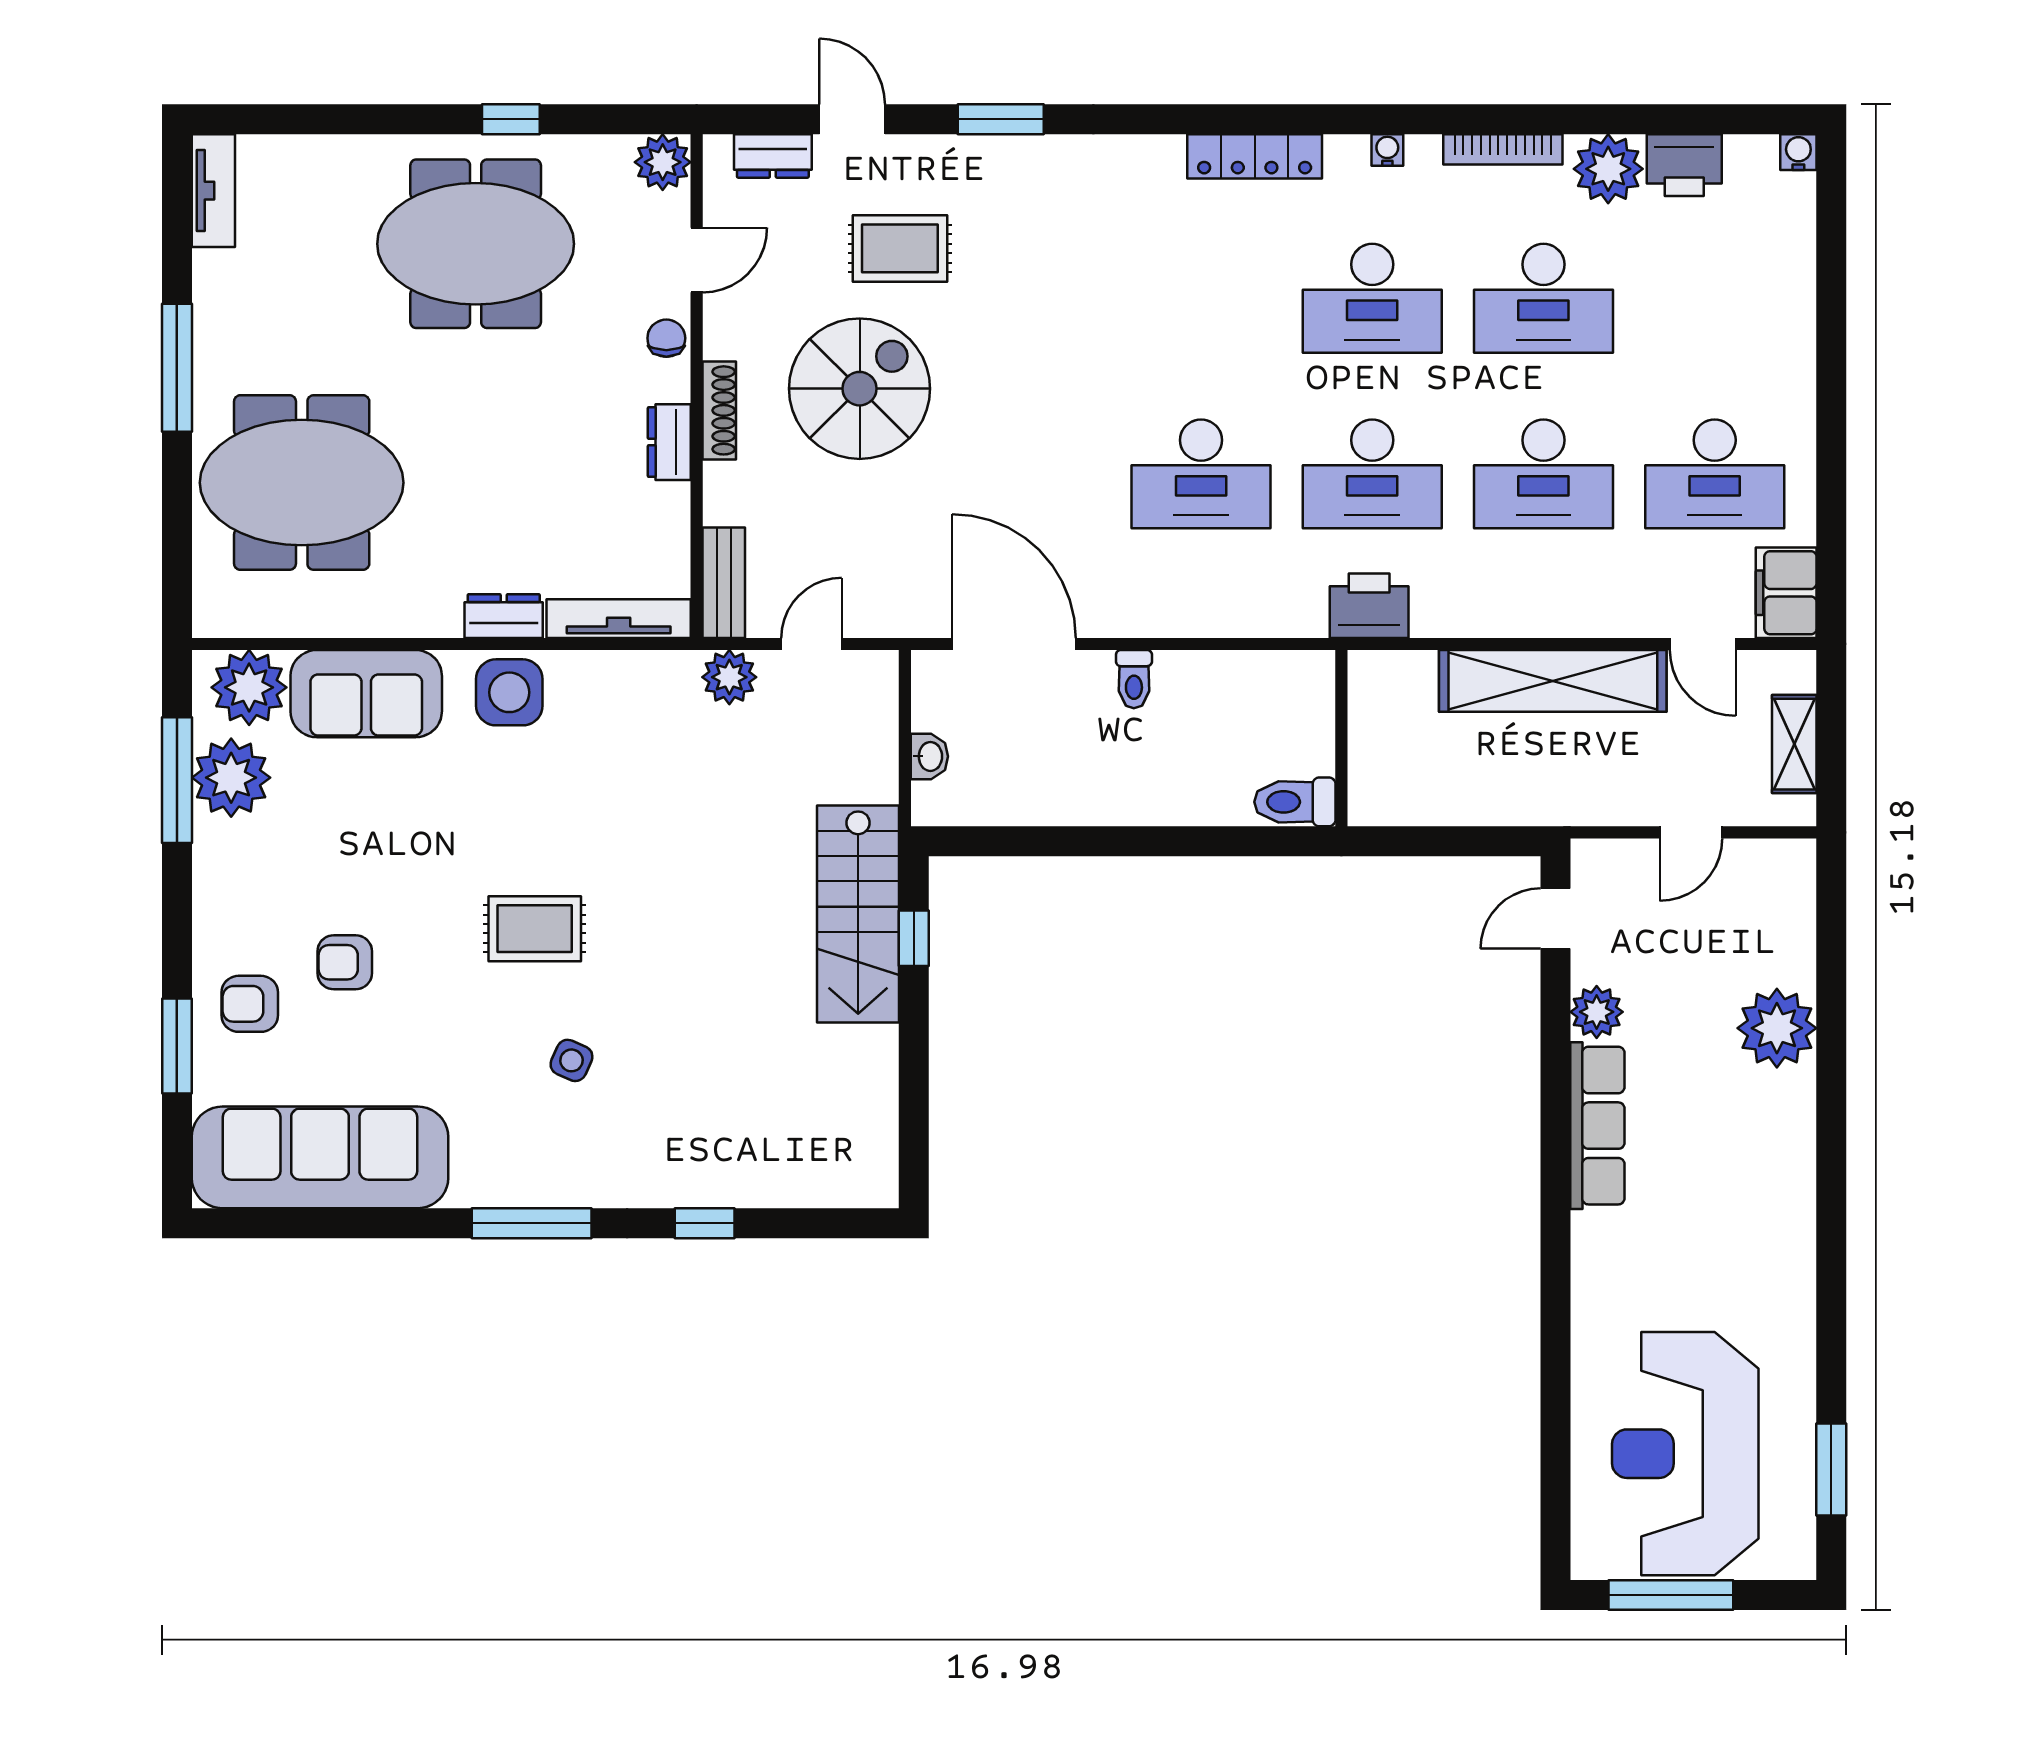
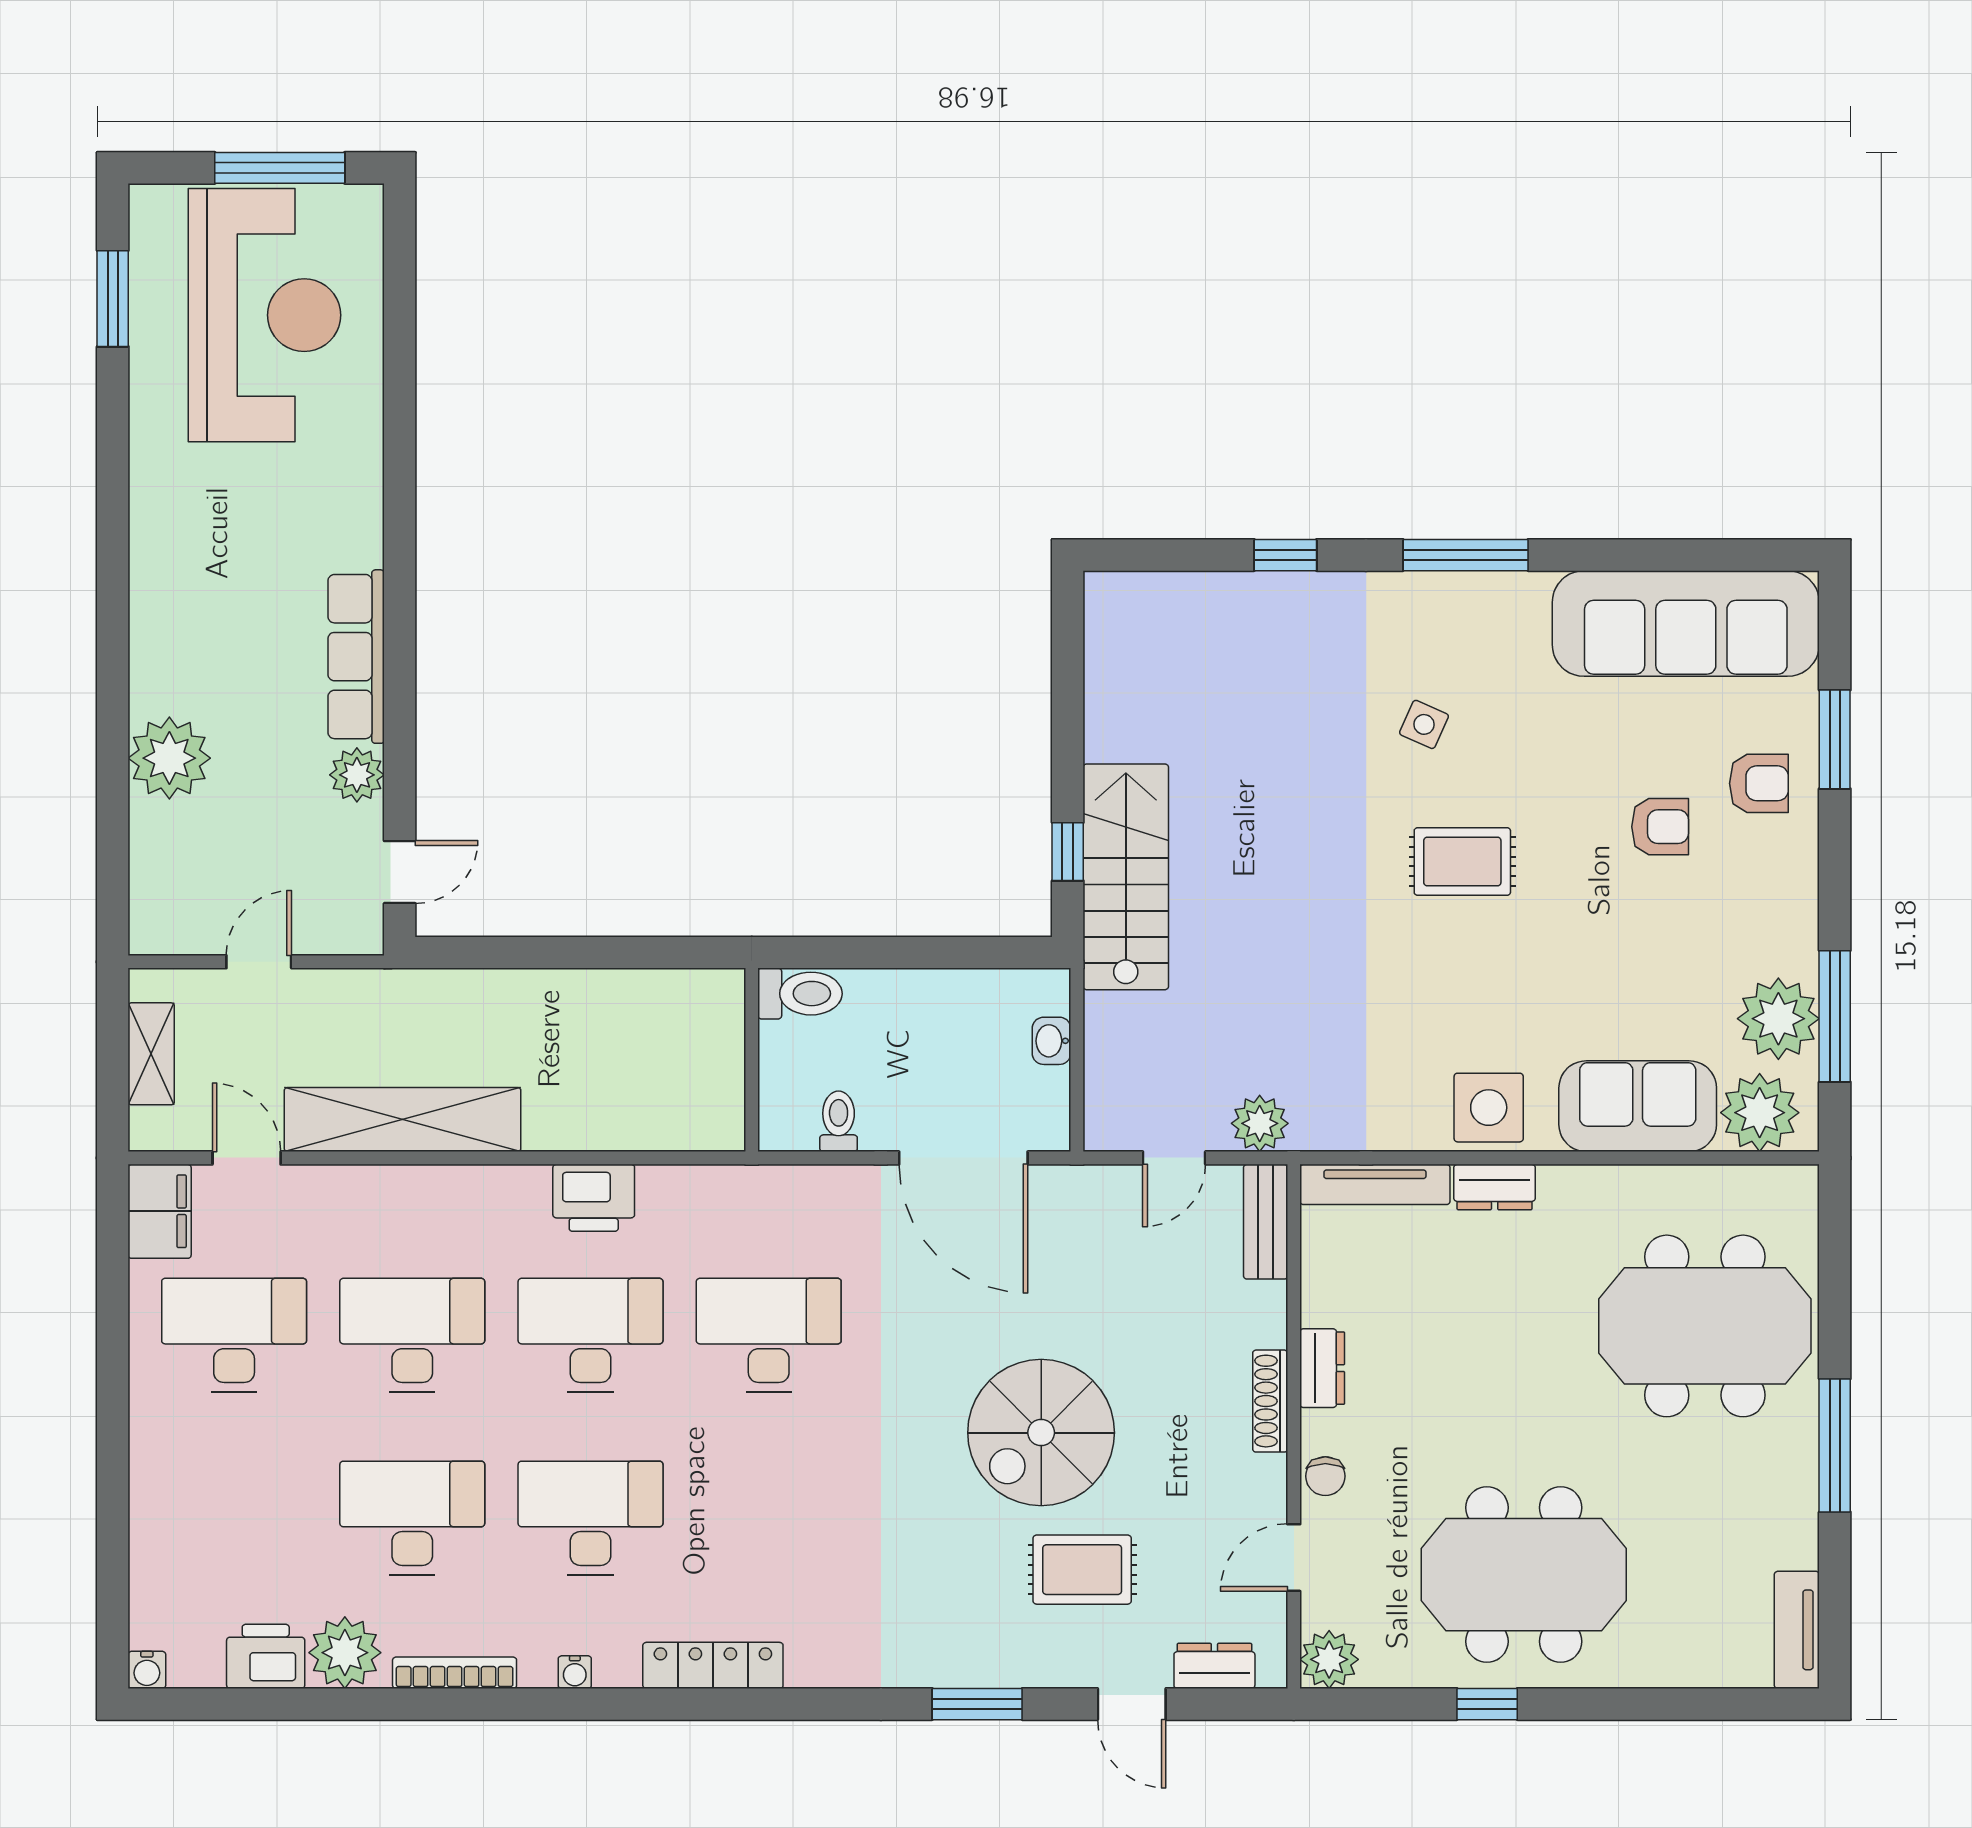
spiral stairs: (860, 389) -> (1041, 1433), moved
wall: (1341, 738) -> (752, 1060), moved
toilet: (1295, 802) -> (800, 994), moved

